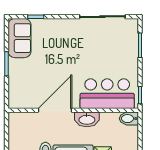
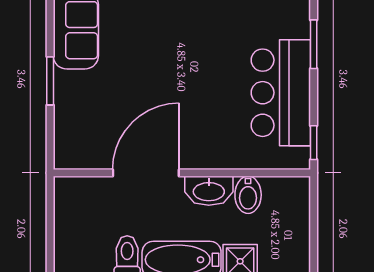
bar counter: (107, 94) -> (281, 93), moved, turned -90
bidet: (129, 119) -> (248, 195), moved, turned -90

